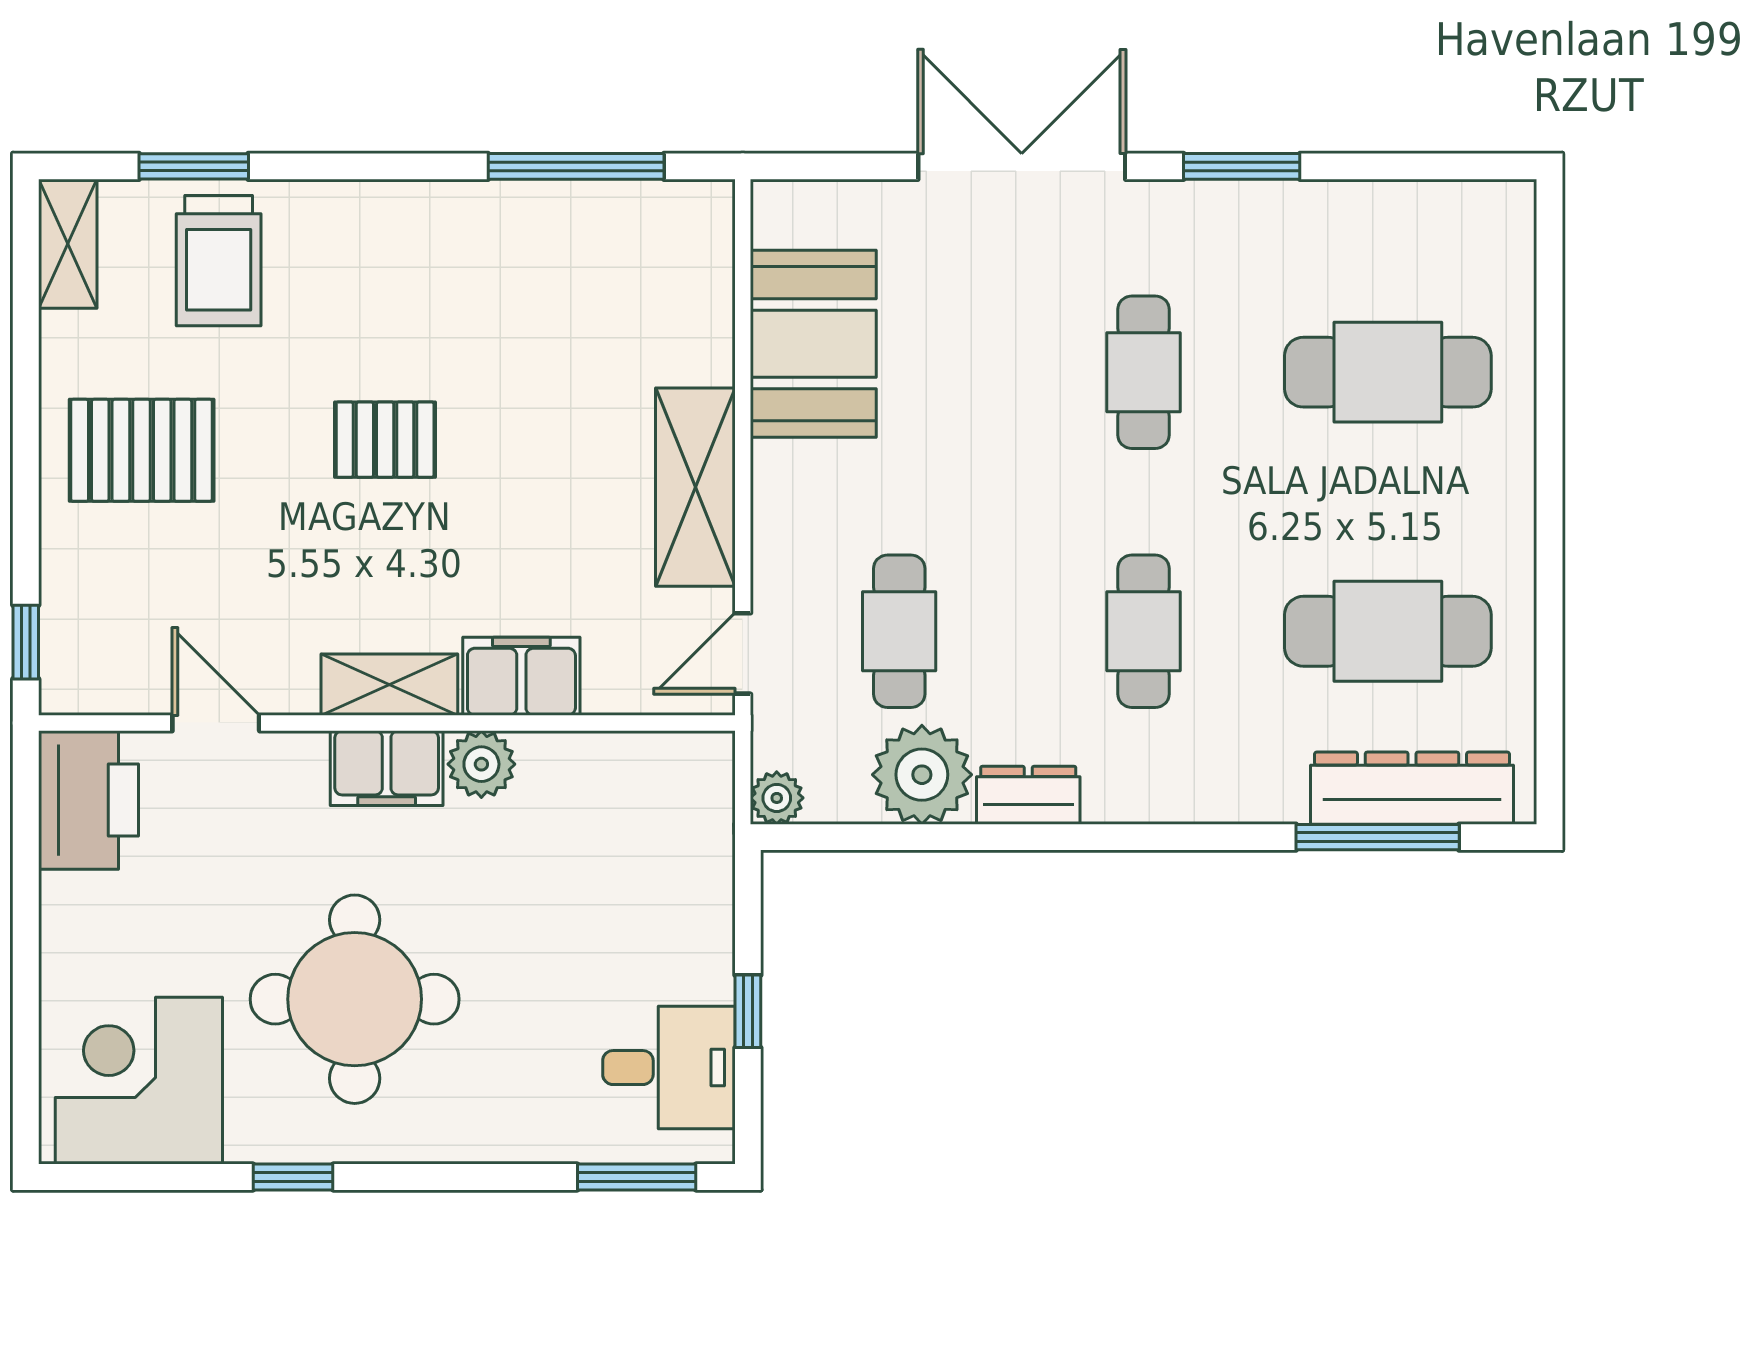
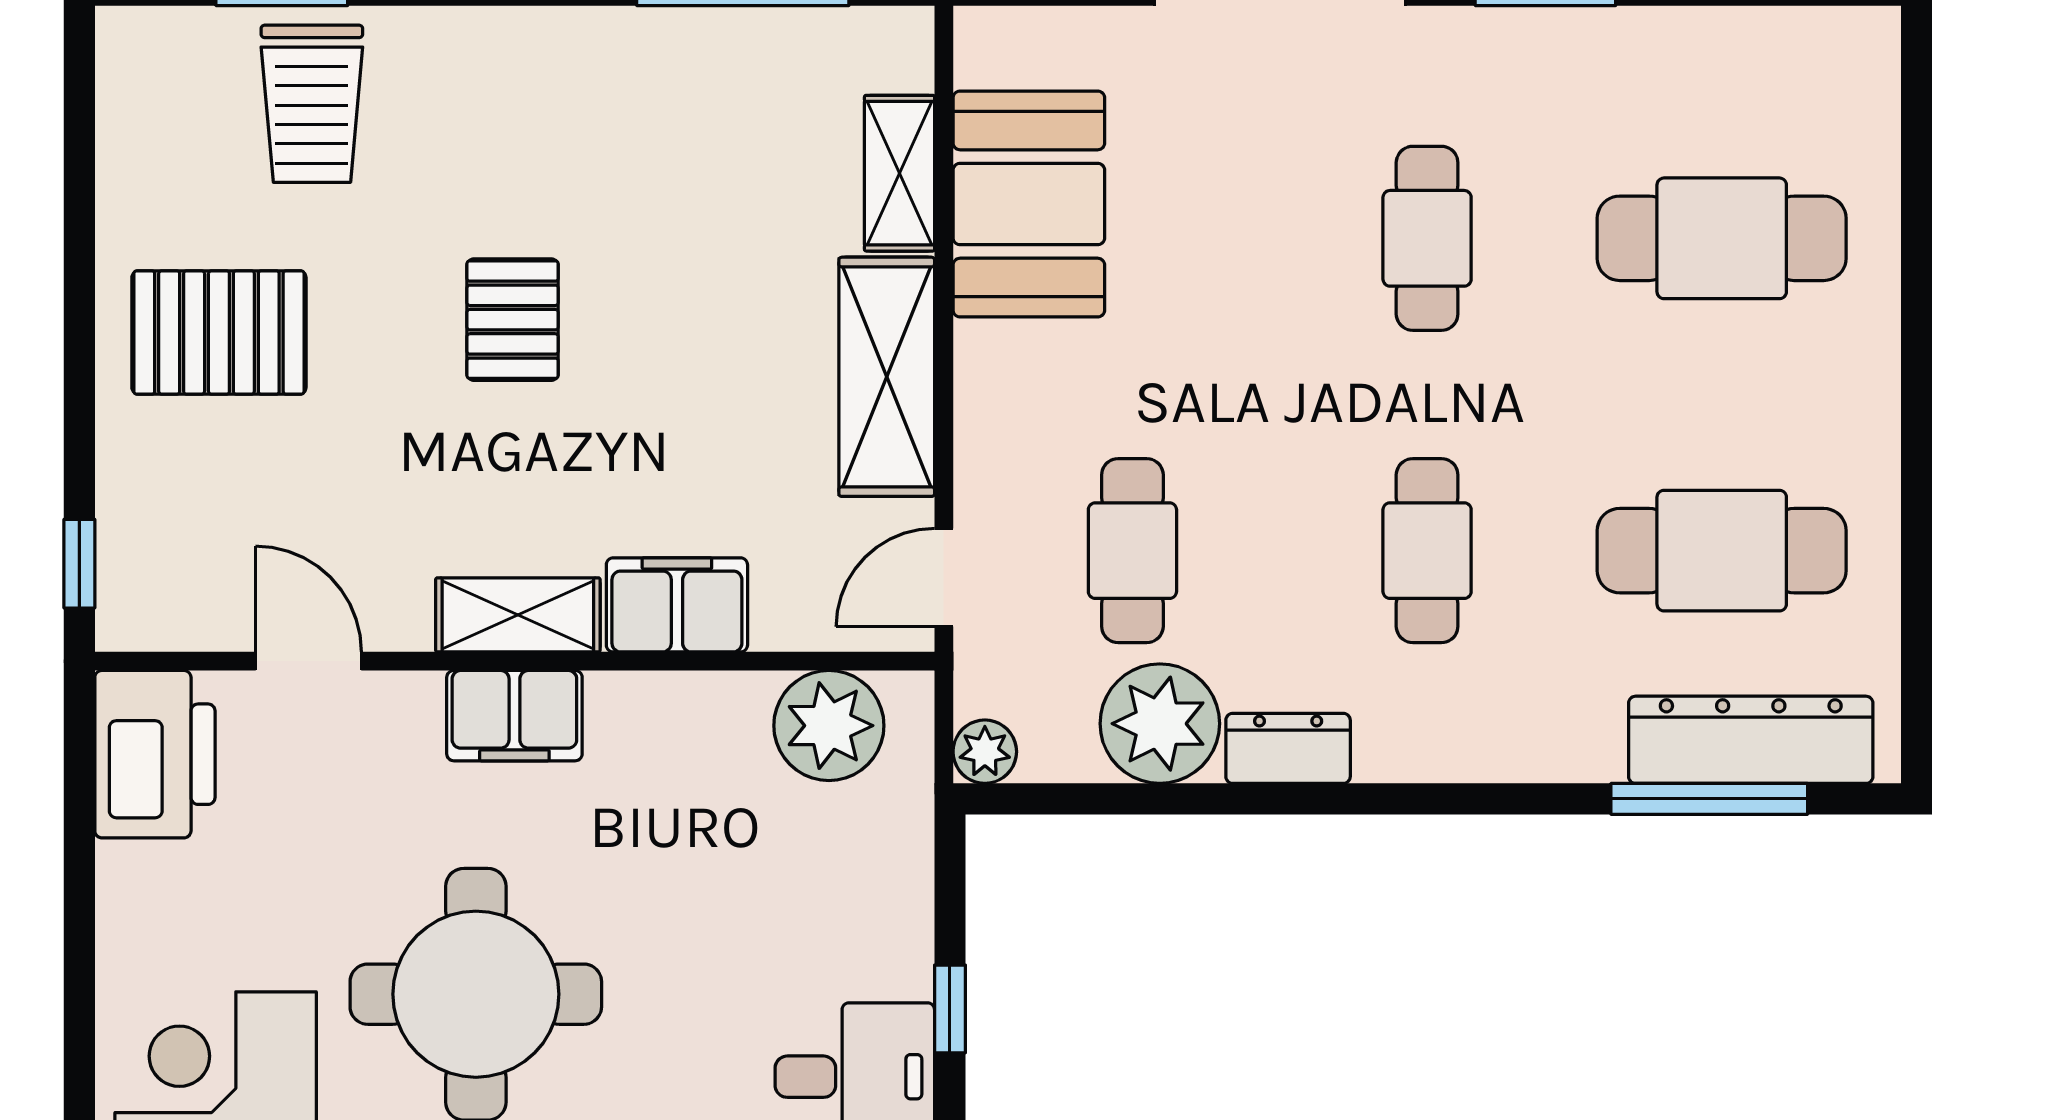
shelving: (68, 244) -> (899, 173), moved
pallet: (385, 440) -> (513, 320), turned 90
plant: (481, 764) -> (829, 726), moved, width x1.36, depth x1.36

